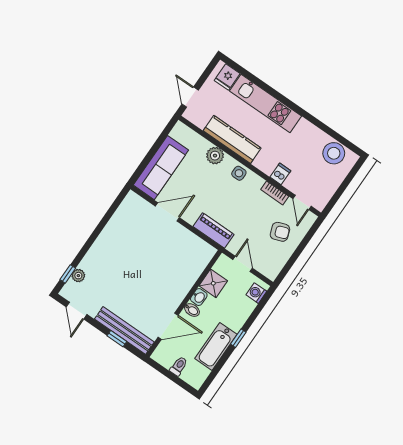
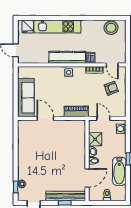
kitchen counter: (232, 139) -> (67, 57), moved
plant: (215, 156) -> (50, 72), removed
door: (167, 212) -> (45, 118), hinge flipped

